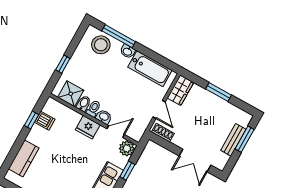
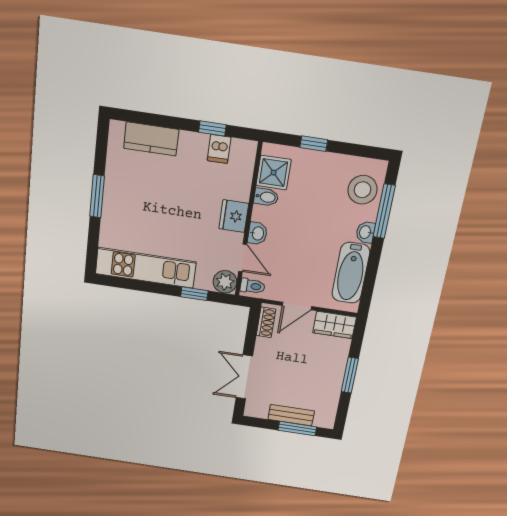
toilet: (93, 109) -> (253, 286), moved

